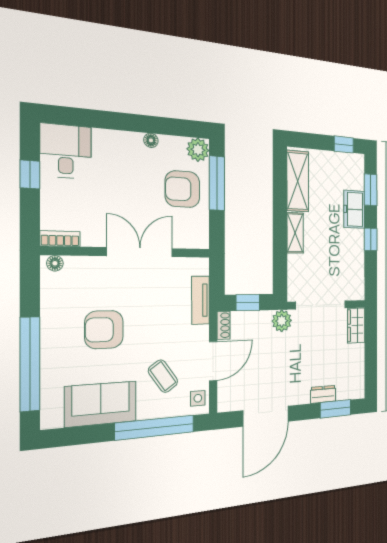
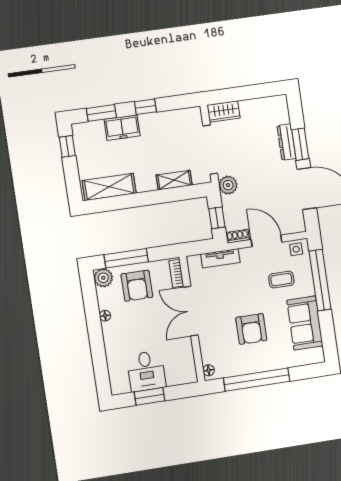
desk: (66, 151) -> (146, 371), moved, turned -90
window: (30, 174) -> (150, 396), width x1.50
shelving: (295, 233) -> (174, 180), moved
bookcase: (60, 239) -> (176, 273), moved
window: (30, 364) -> (257, 380), moved
coffee table: (163, 376) -> (281, 280), turned 35
dresser: (323, 394) -> (286, 142), width x1.44
window: (336, 409) -> (300, 144), moved

